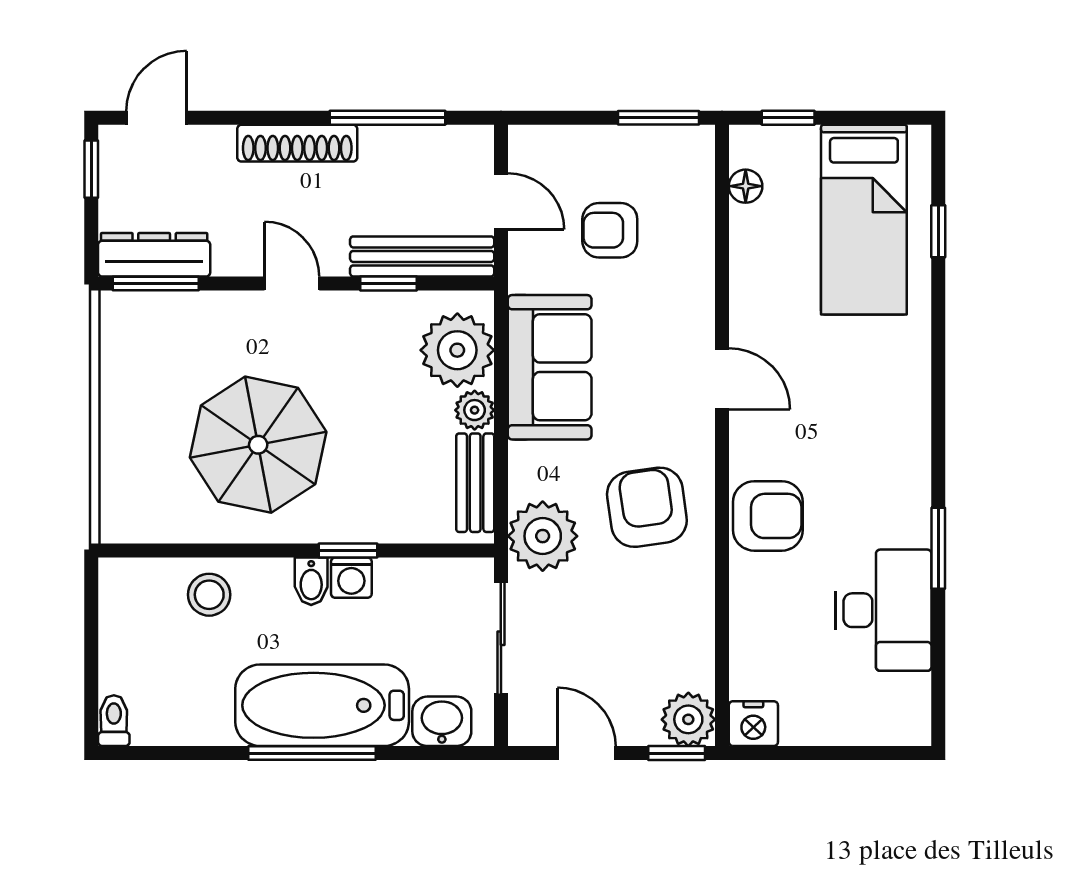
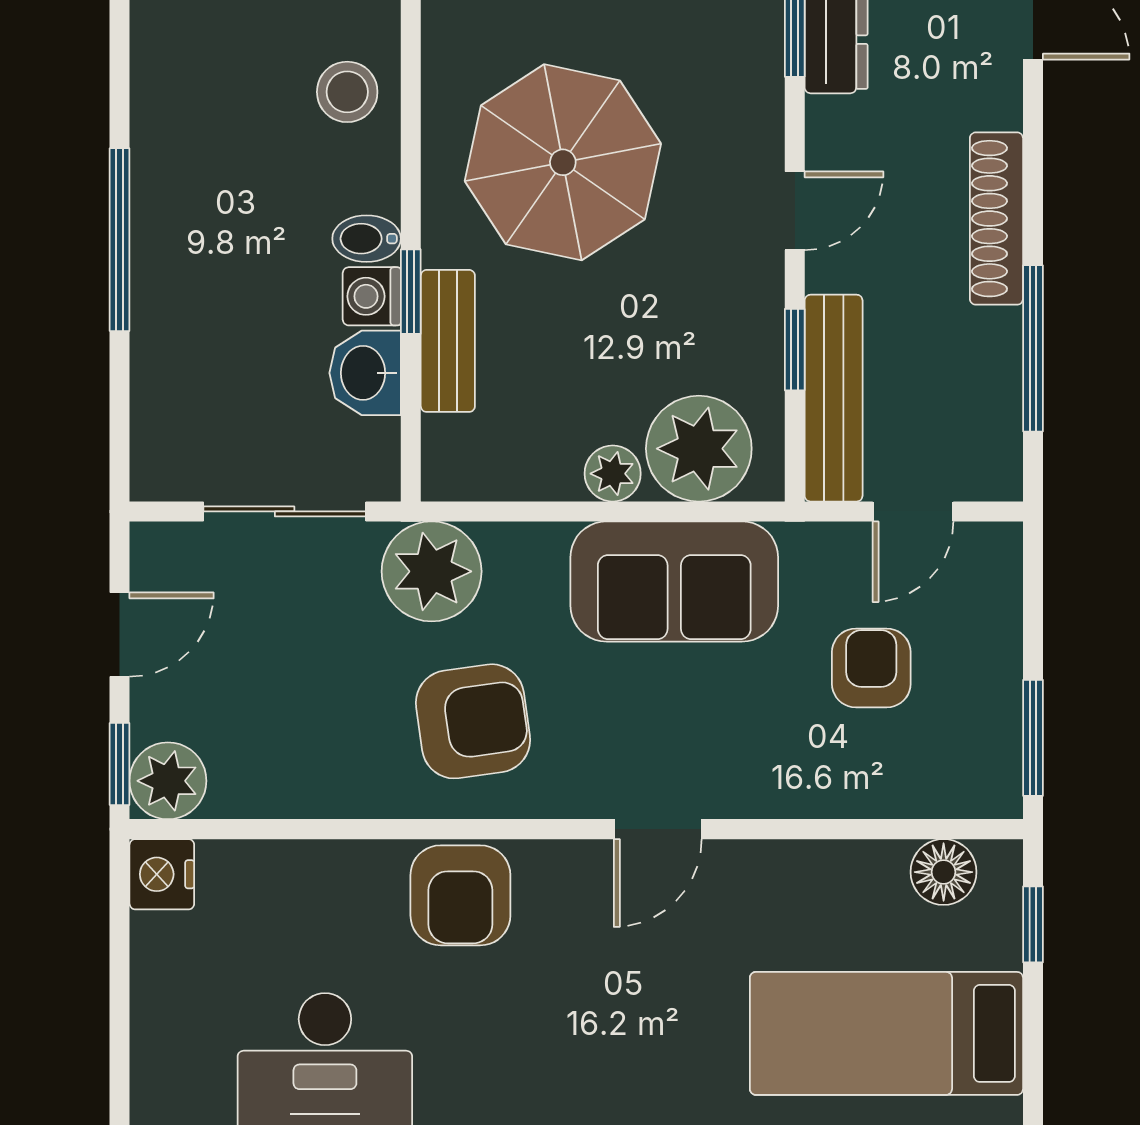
floor lamp: (746, 186) -> (944, 872), width x1.37, depth x1.37
bench: (475, 483) -> (448, 341), moved, turned 90
bathtub: (322, 705) -> (188, 254), removed
washbasin: (442, 721) -> (365, 373), moved, turned 180

